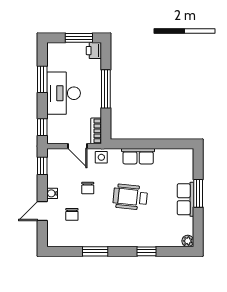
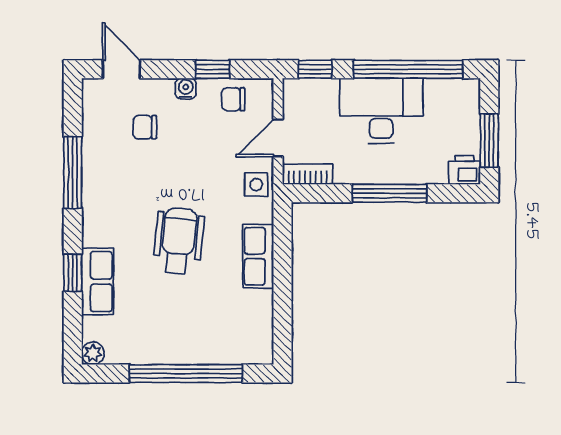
window: (42, 79) -> (408, 69), width x2.11
window: (42, 166) -> (213, 69), moved
chair: (88, 188) -> (233, 99), moved
window: (198, 193) -> (186, 374), width x2.11
row of seats: (185, 199) -> (97, 282), moved, turned 90
door: (42, 211) -> (121, 69), moved
window: (95, 251) -> (73, 172), width x1.44

